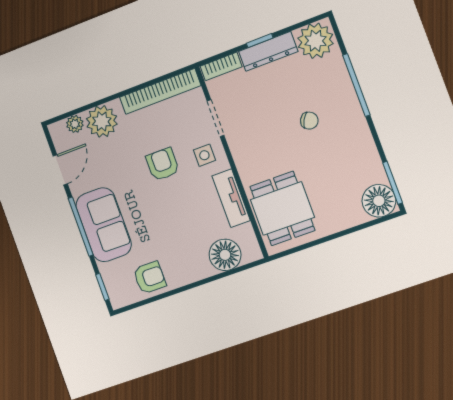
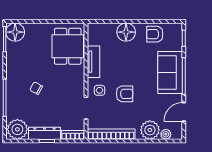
armchair: (163, 164) -> (125, 94), turned -90
floor lamp: (225, 255) -> (126, 32), moved

